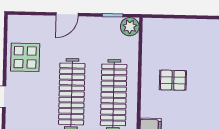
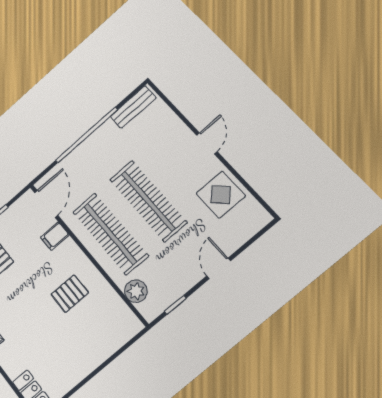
plant: (130, 27) -> (136, 291), moved

